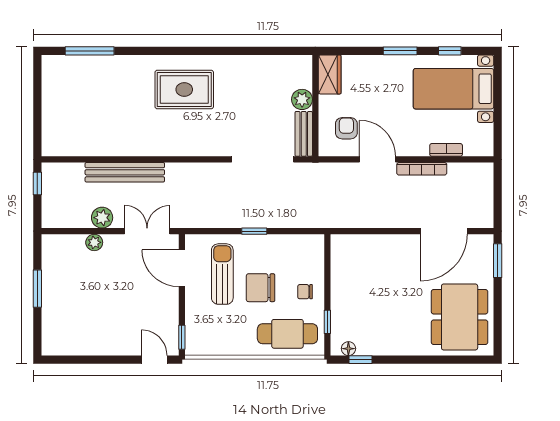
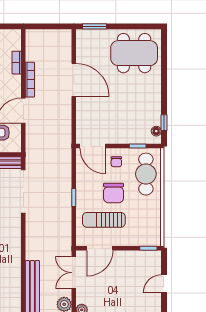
door: (444, 231) -> (74, 80), moved
door: (327, 258) -> (93, 146), added
door: (154, 360) -> (164, 284), moved

